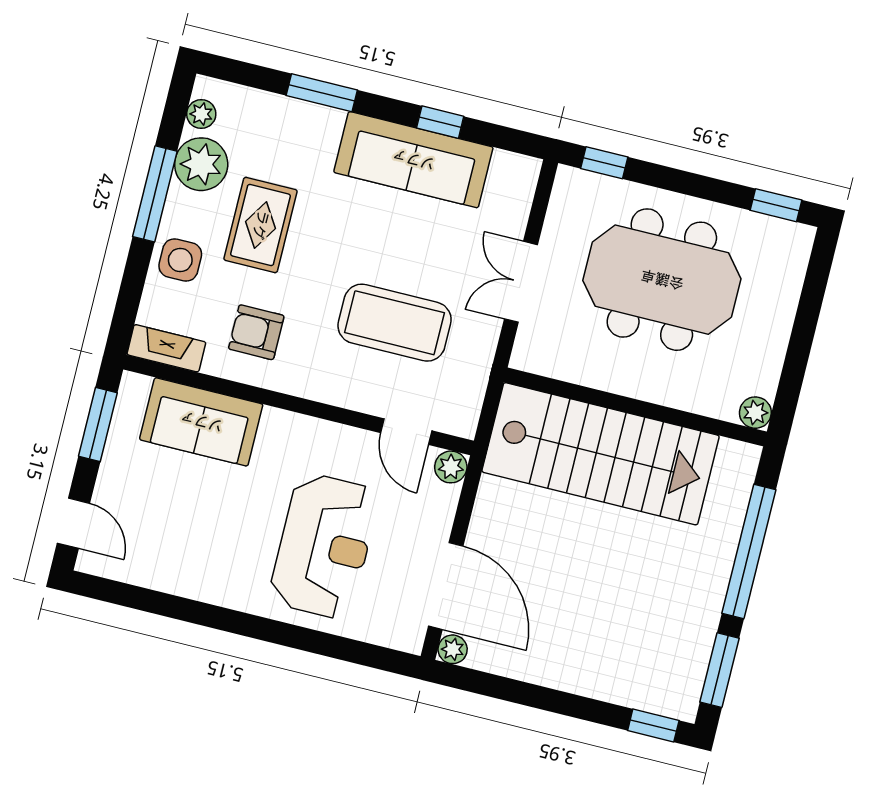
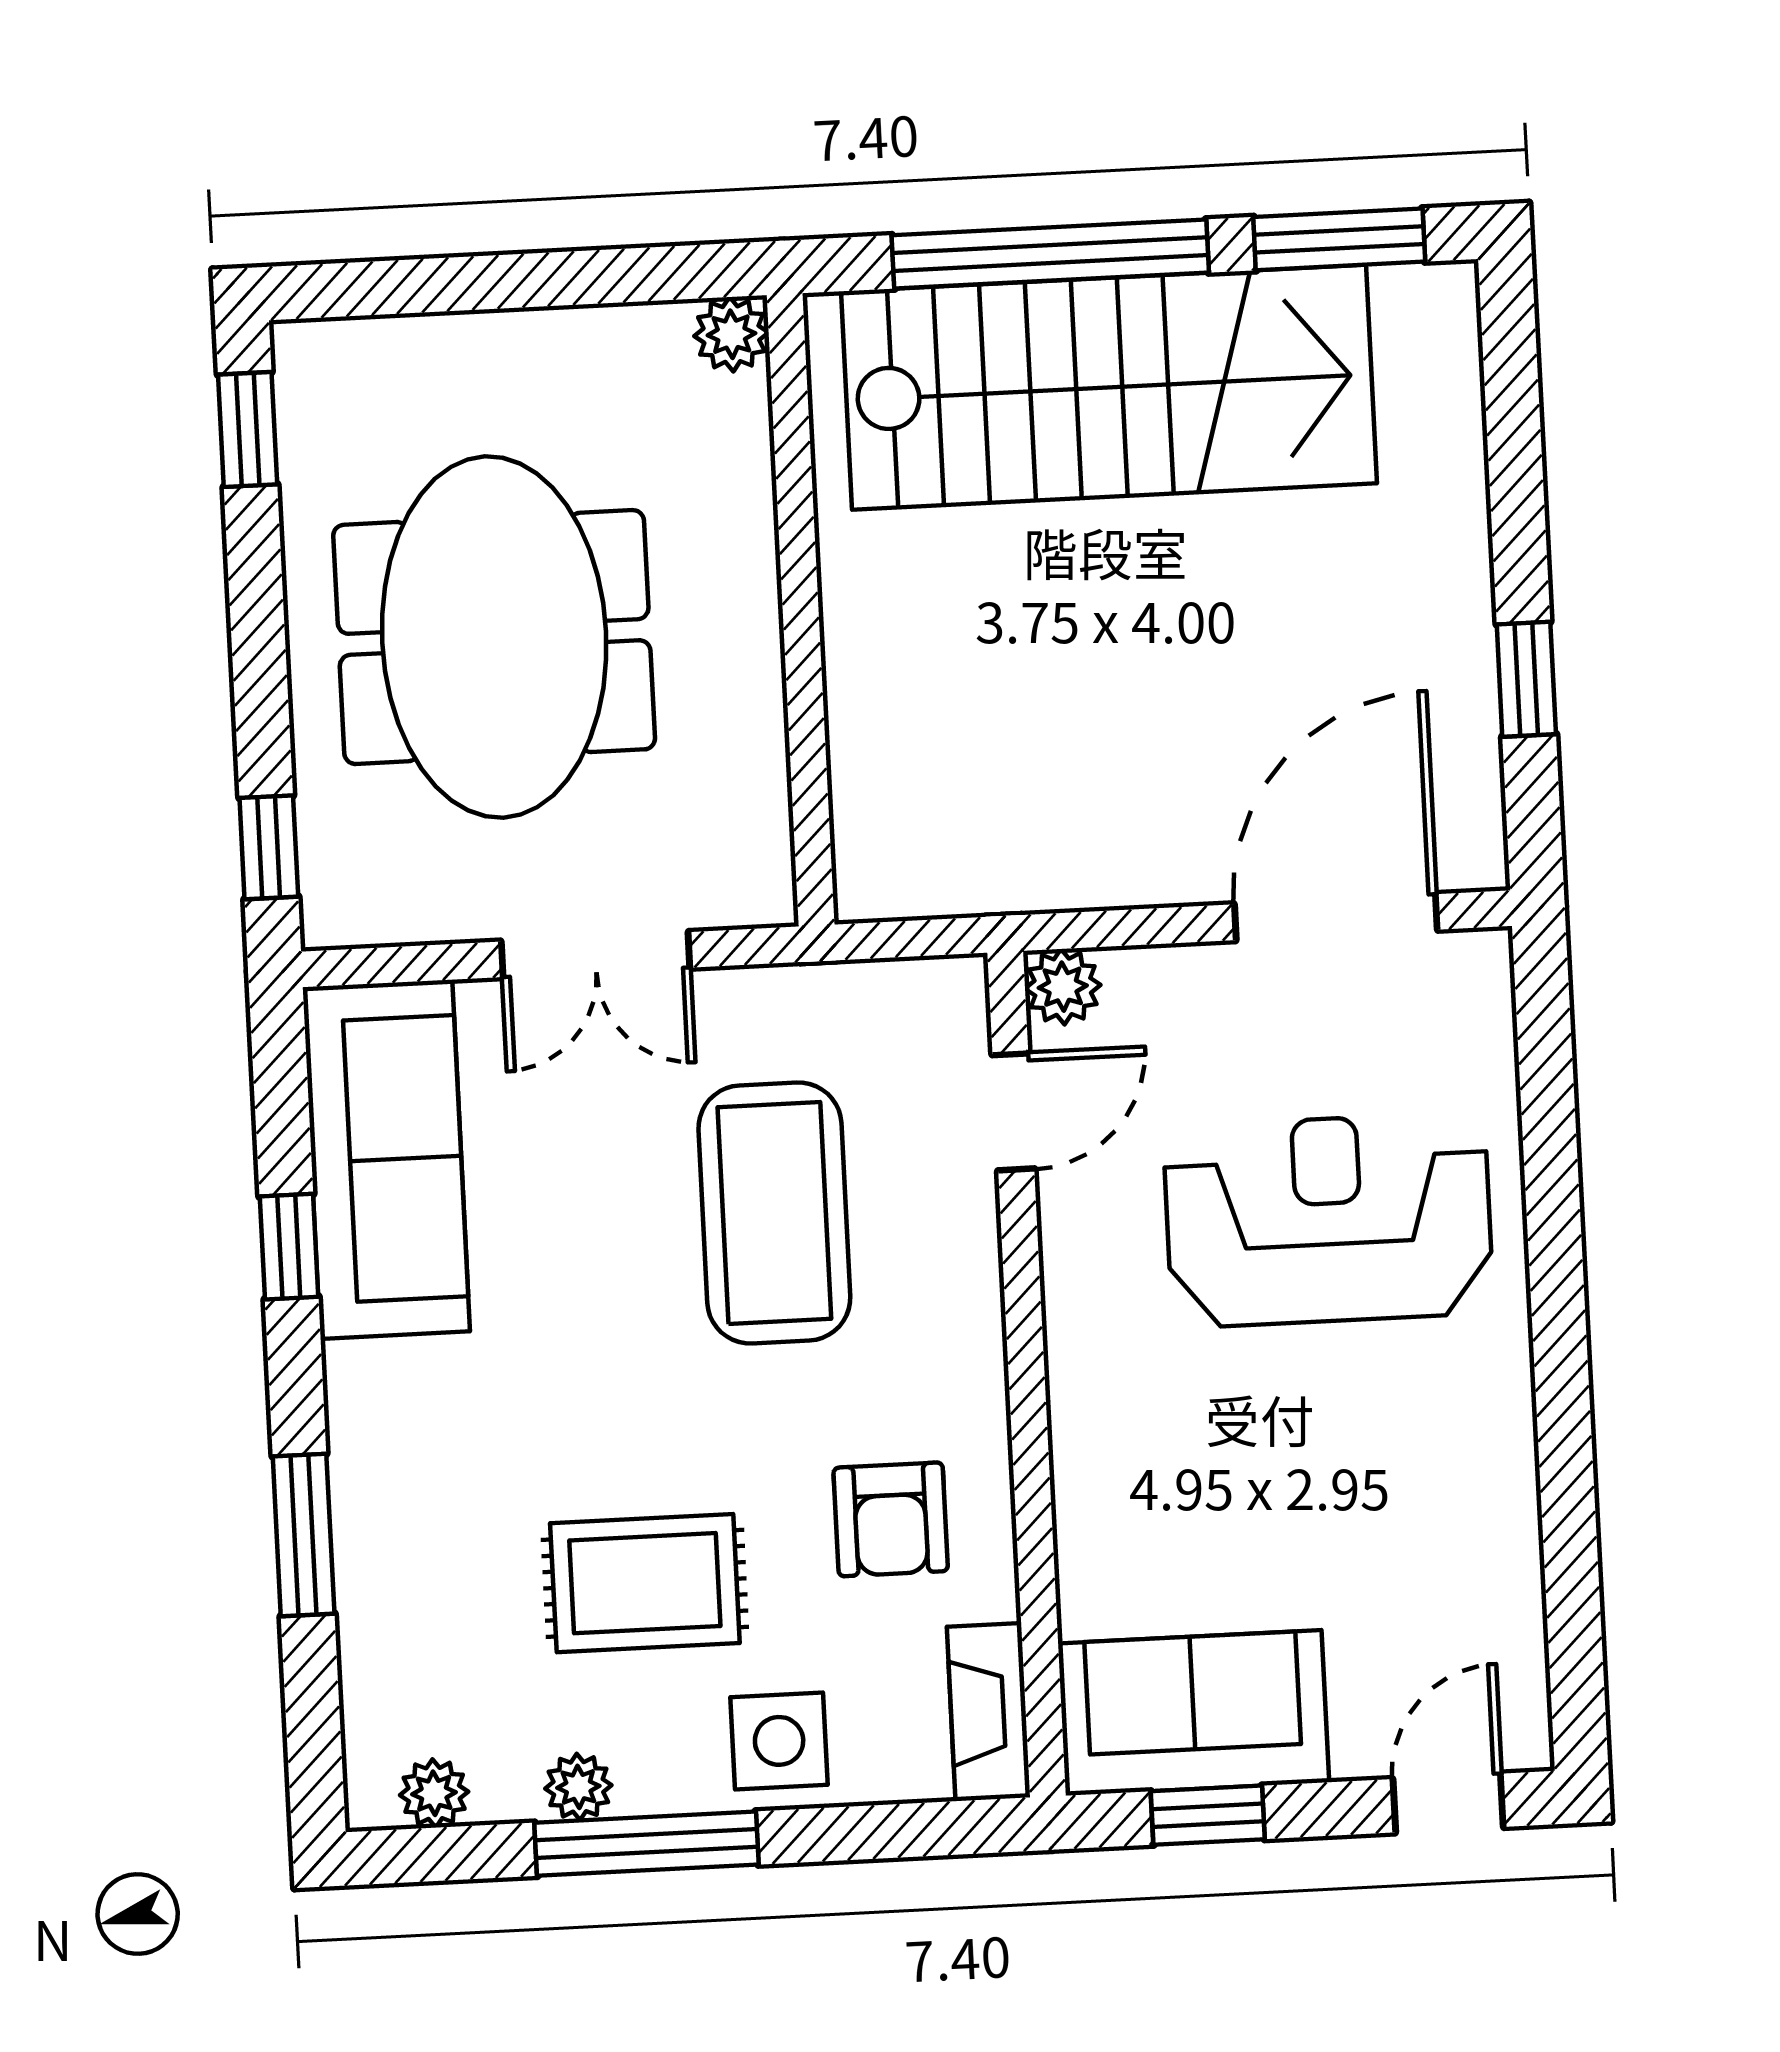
sofa: (413, 160) -> (386, 1159), moved
plant: (201, 164) -> (578, 1787), width x0.53, depth x0.53
sofa: (201, 422) -> (1194, 1713), moved, turned -90
window: (98, 424) -> (1208, 1815), width x0.67
stairs: (601, 454) -> (1109, 387), moved, turned 90
plant: (453, 649) -> (1474, 858), removed
window: (653, 725) -> (1526, 679), moved

